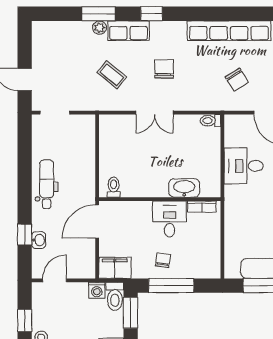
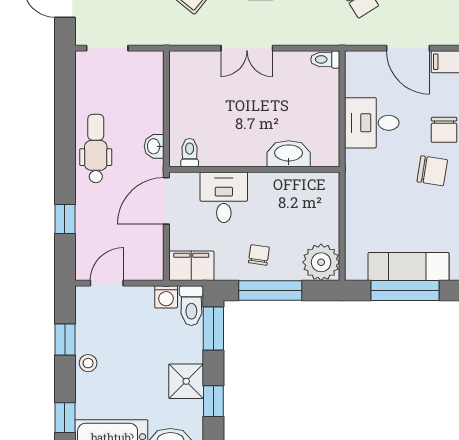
bookcase: (202, 207) -> (313, 180), removed
desk: (170, 219) -> (224, 197), moved
washbasin: (39, 240) -> (154, 146), moved, turned 180
plant: (207, 265) -> (321, 262), added

